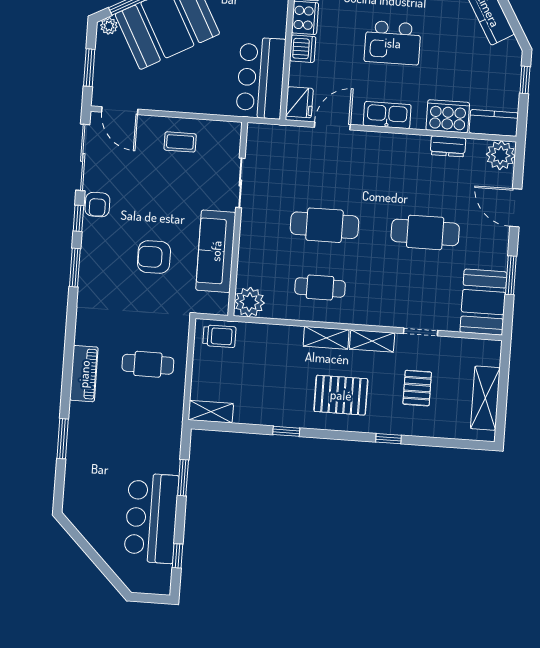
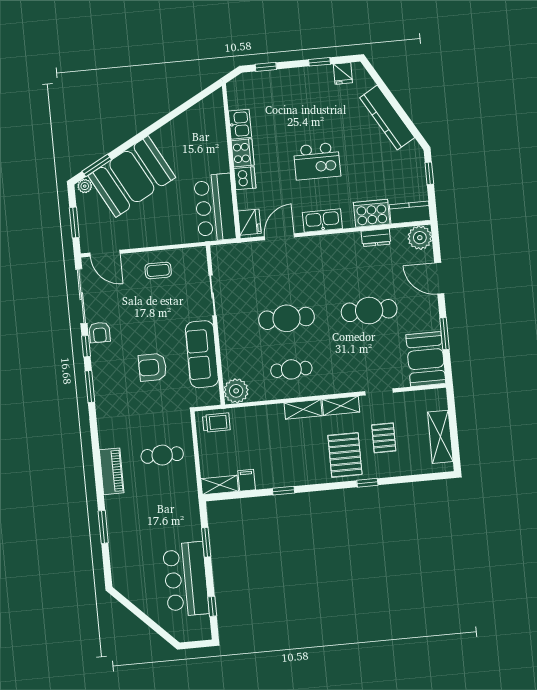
pallet: (341, 395) -> (345, 455), moved, turned 90
filing cabinet: (244, 411) -> (247, 480), added

